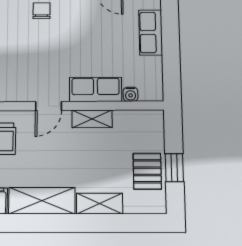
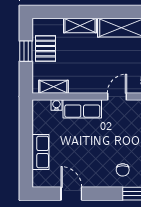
shelving: (92, 119) -> (53, 87), moved

